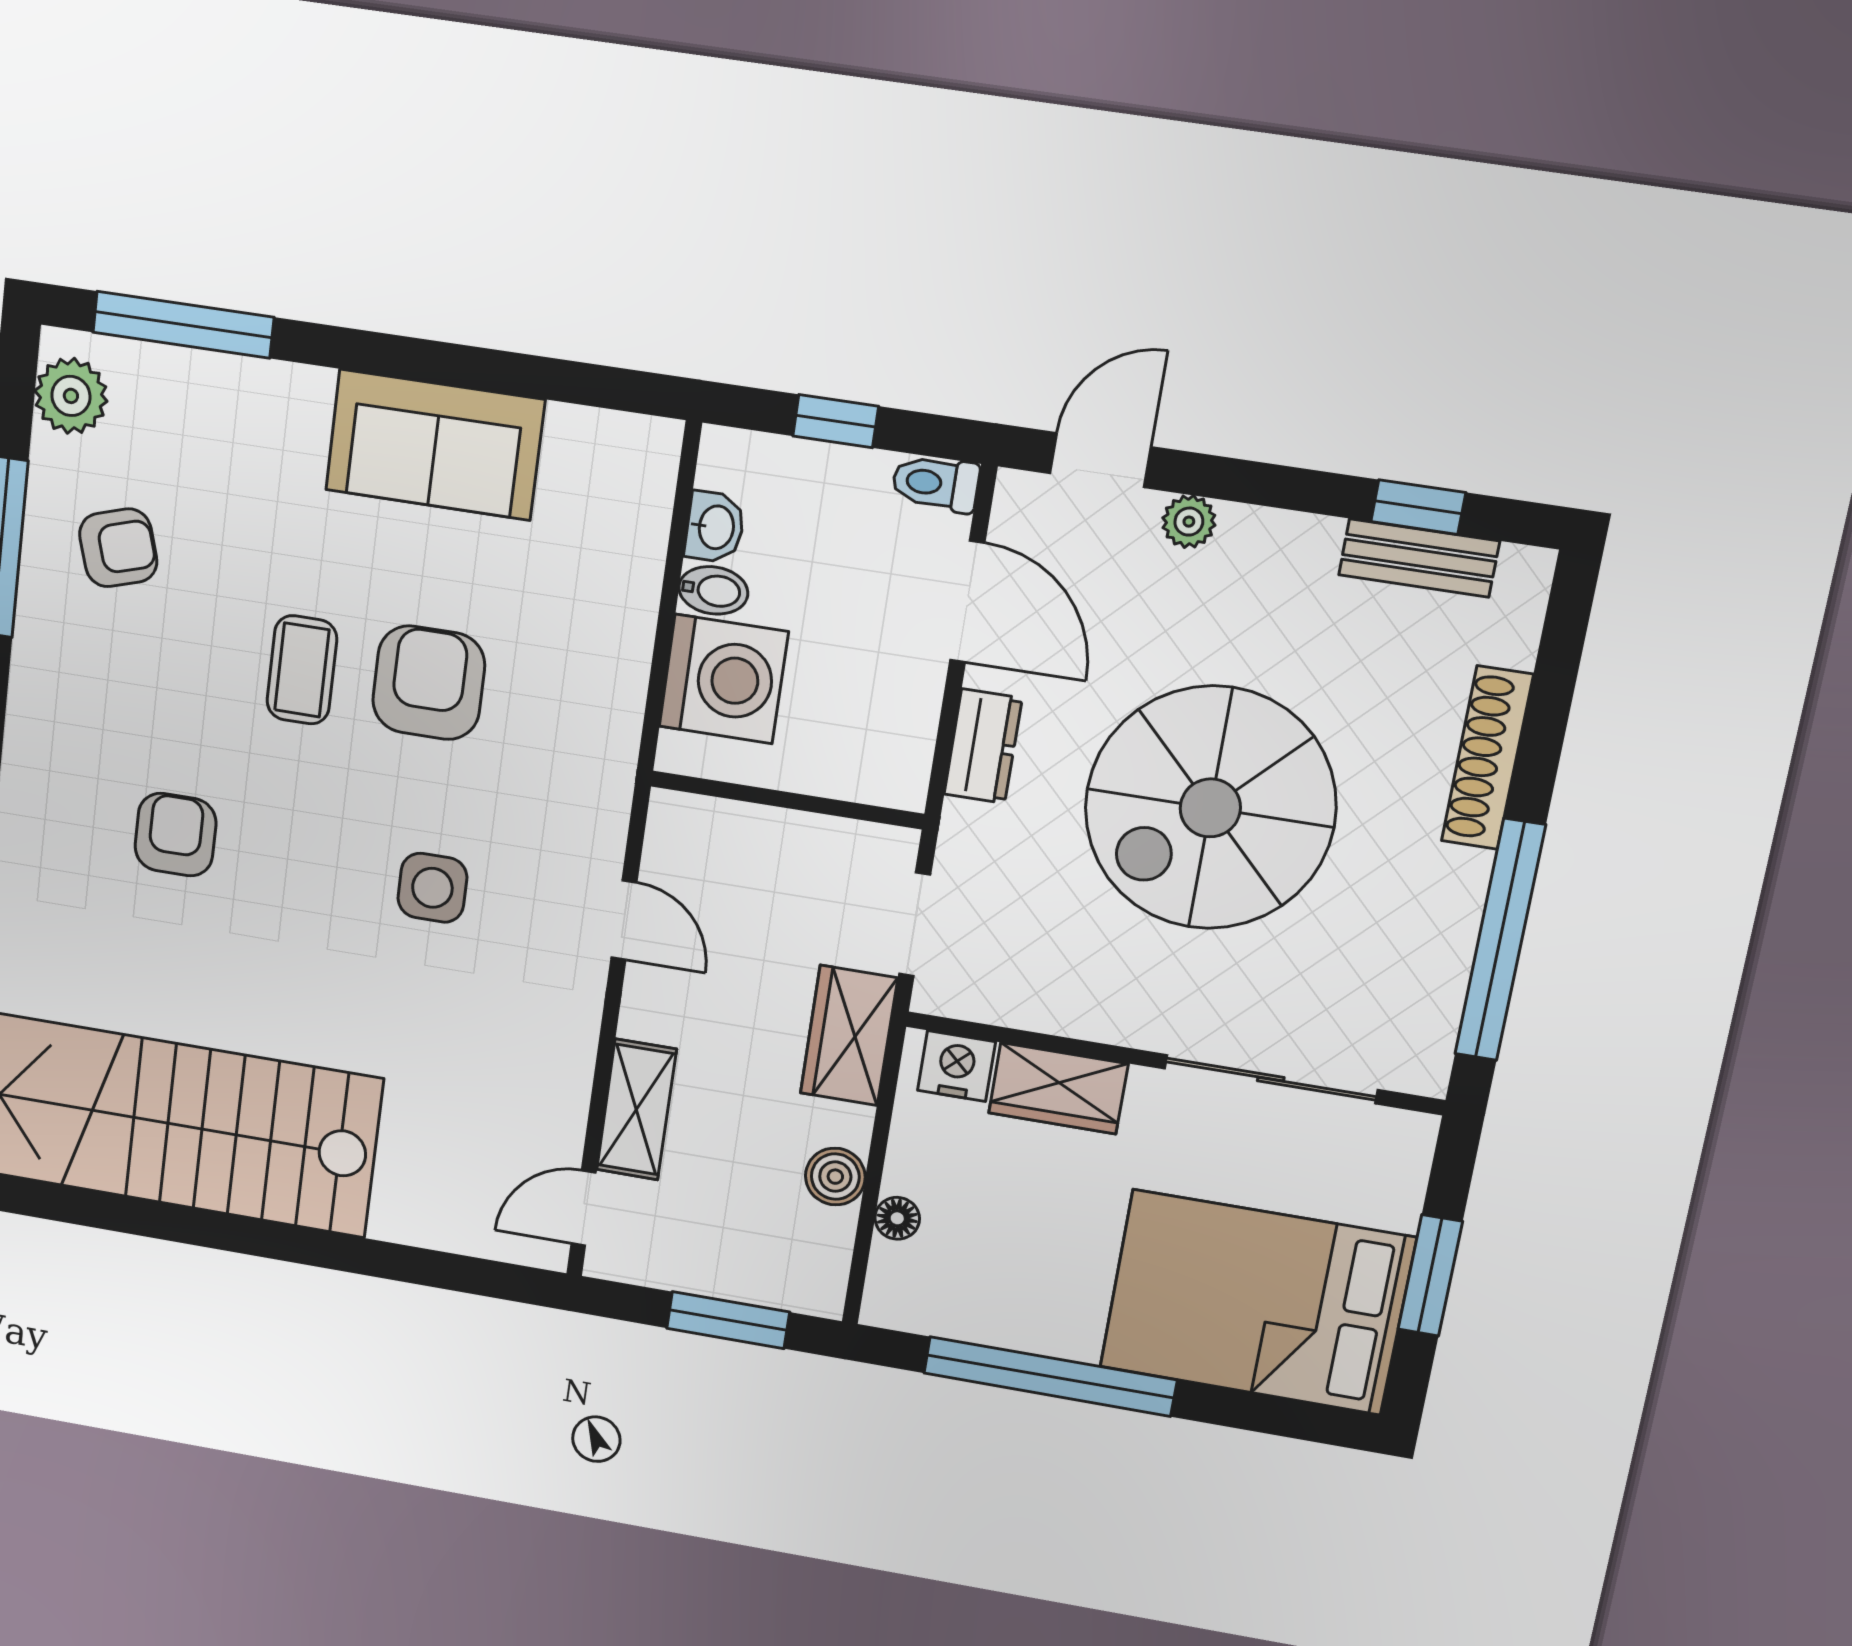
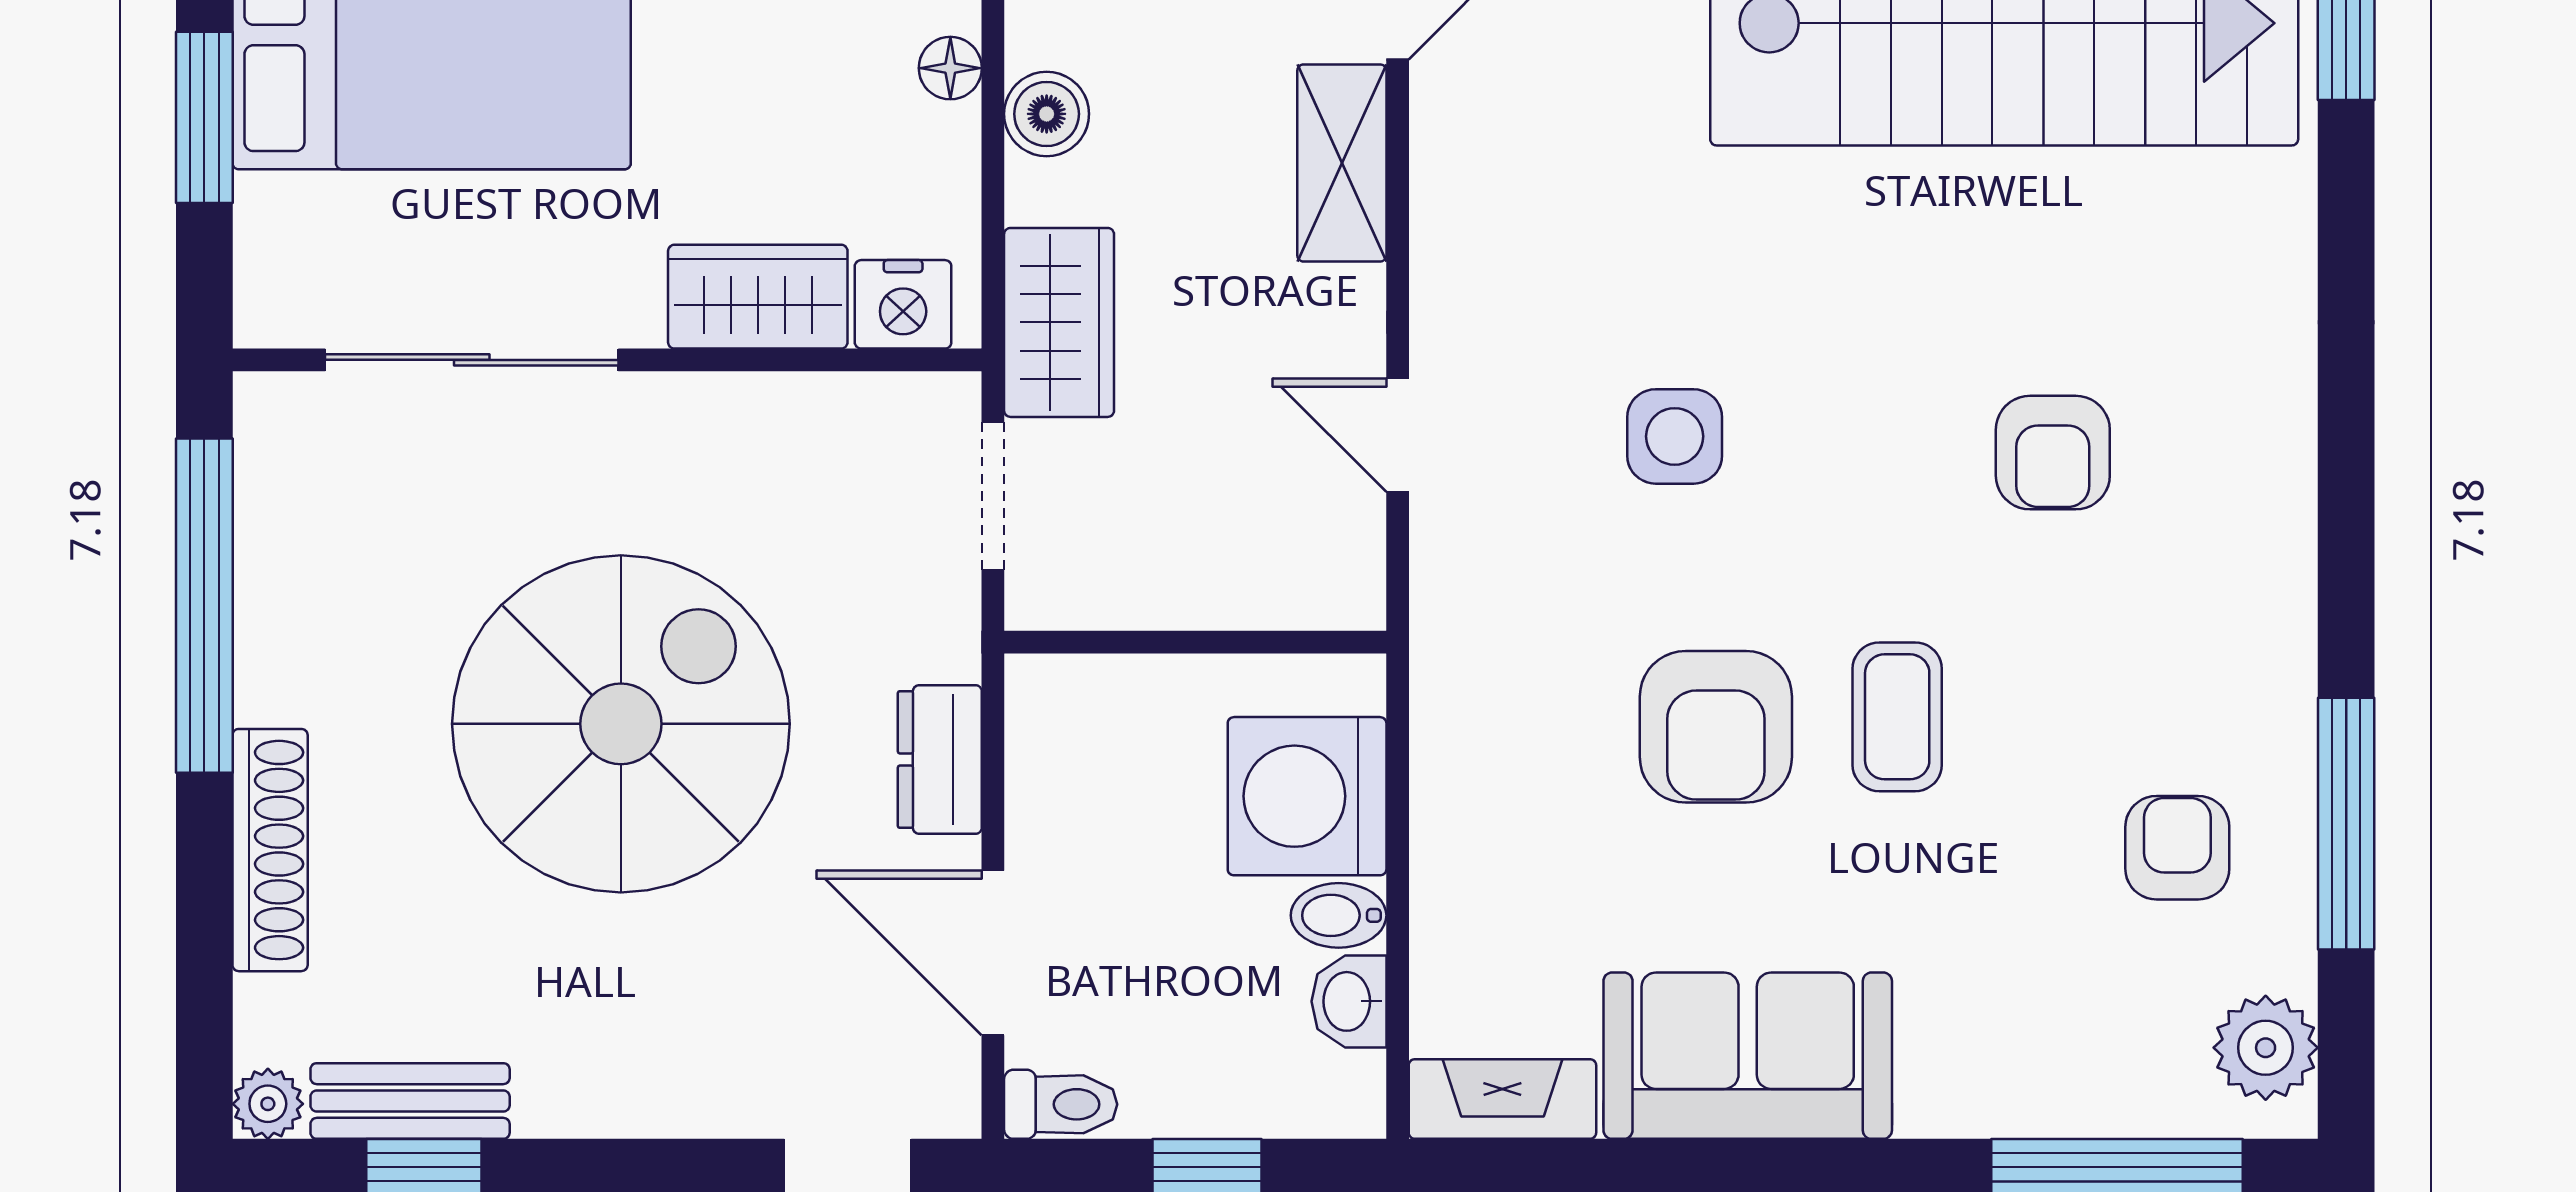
fireplace: (614, 439) -> (1502, 1099), added
plant: (1189, 522) -> (268, 1104), moved
armchair: (118, 548) -> (2177, 848), turned 107

